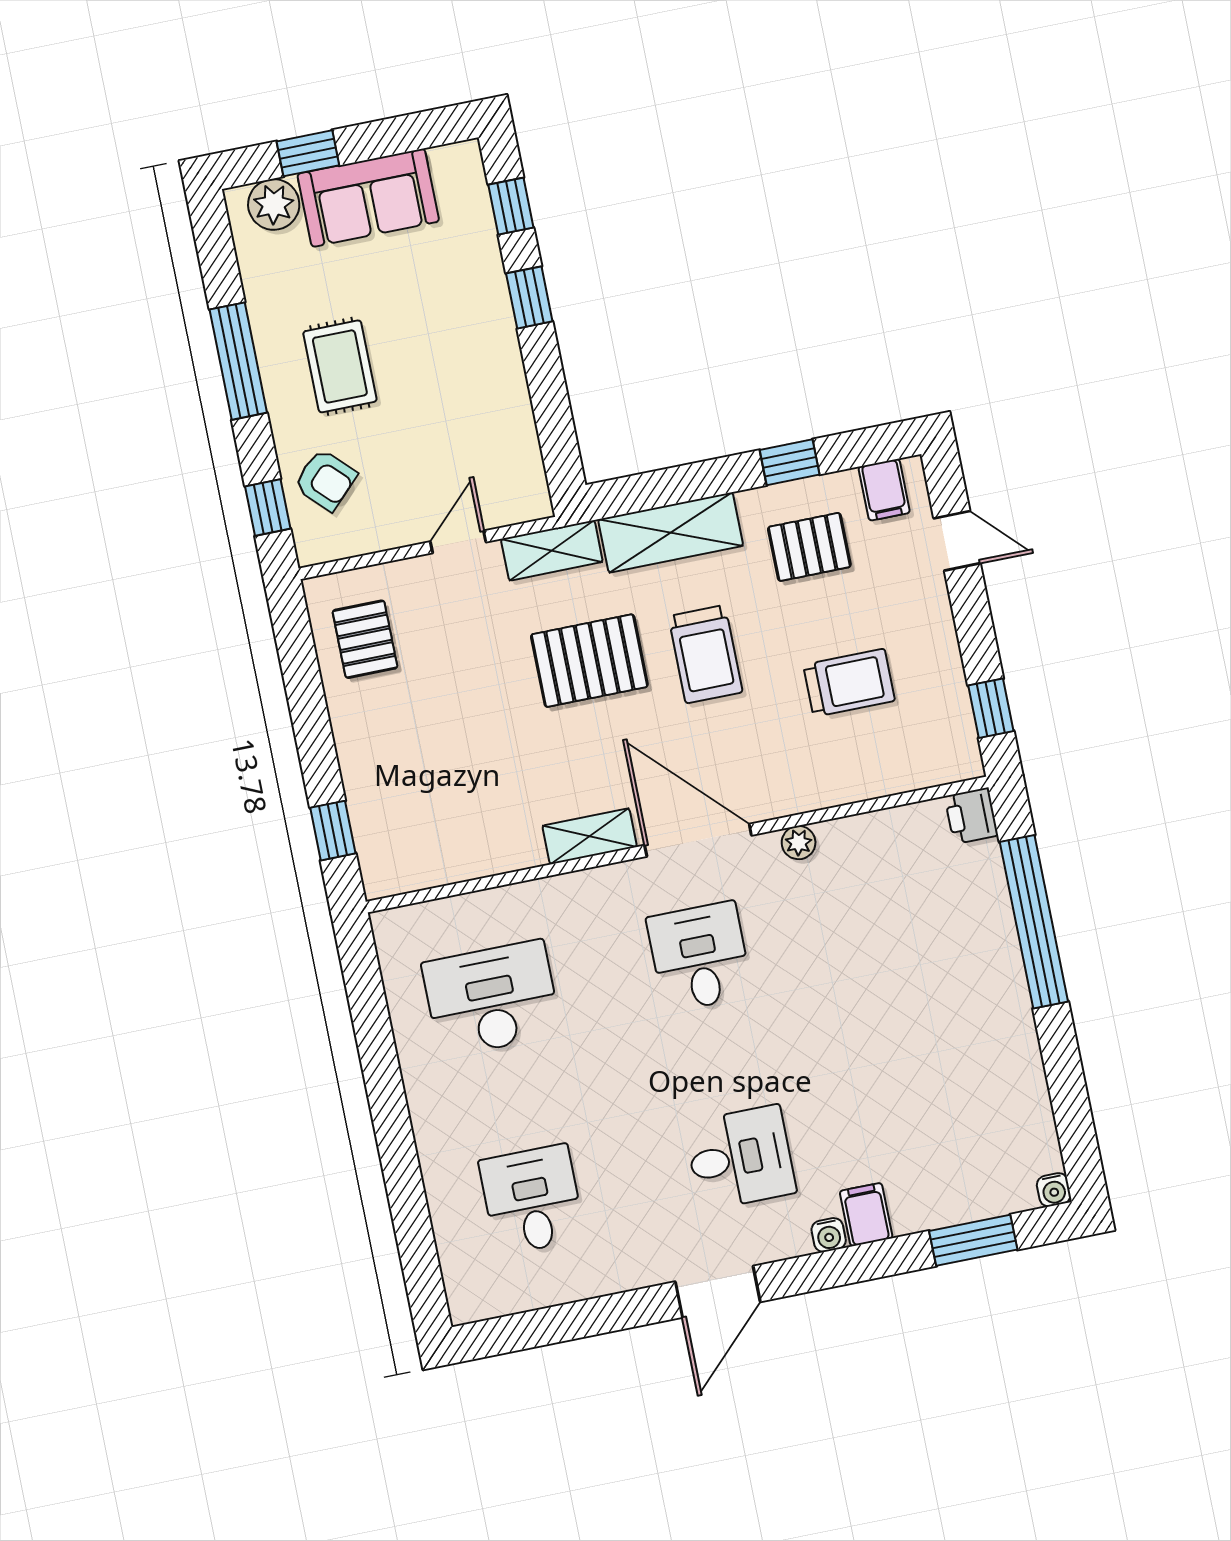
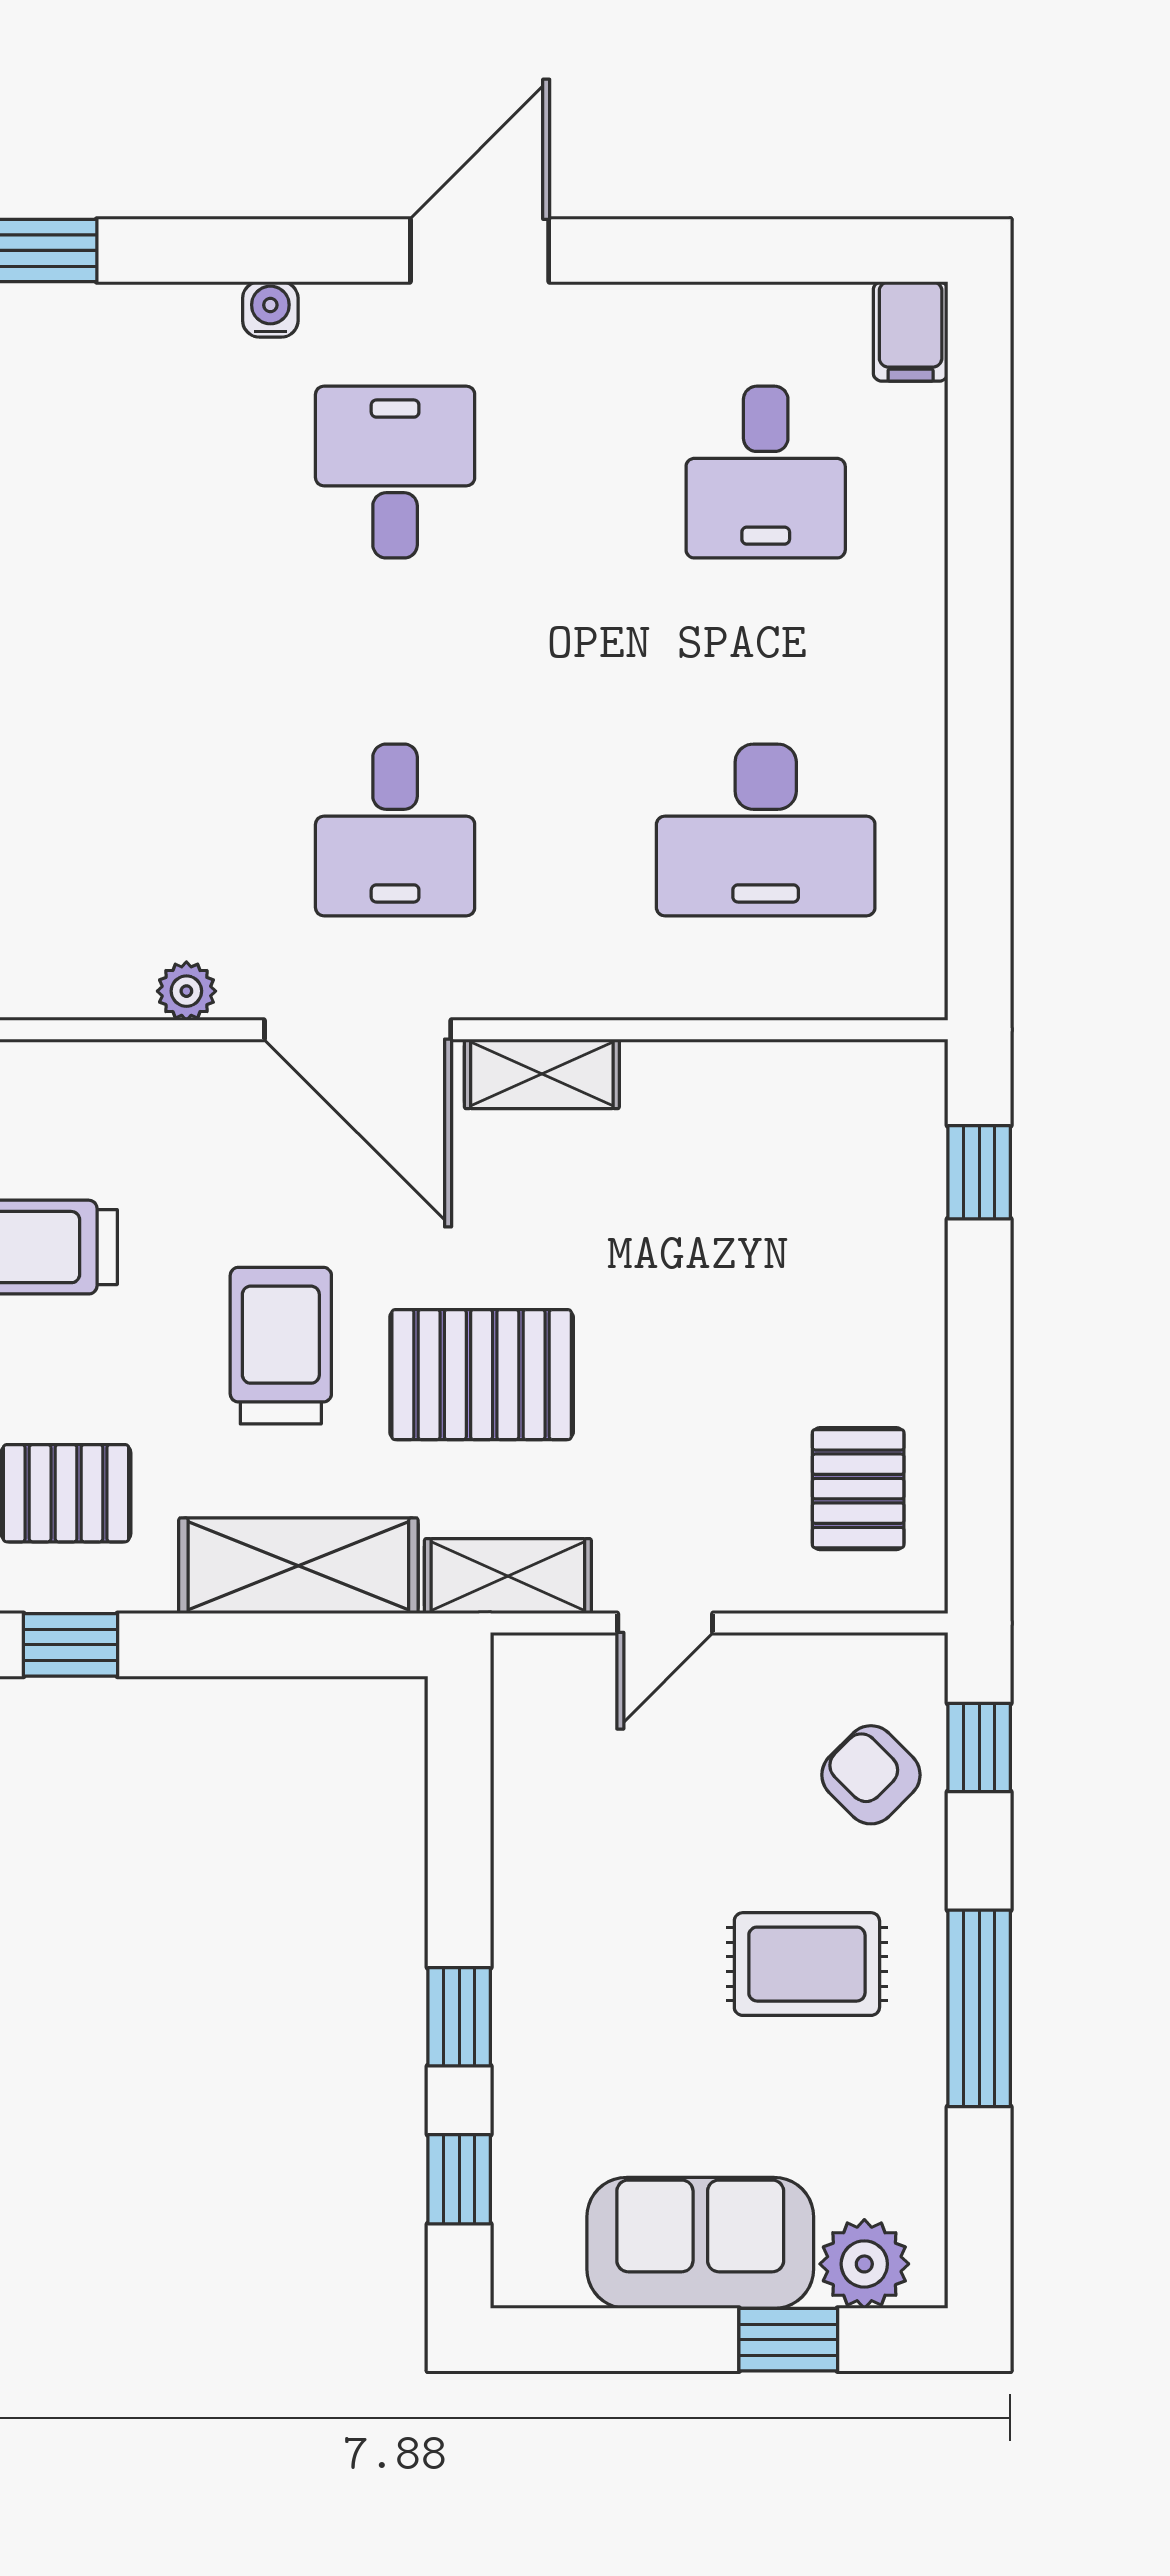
rug: (340, 366) -> (807, 1964), turned 90
desk: (740, 1158) -> (395, 472), turned 90
filing cabinet: (866, 1215) -> (911, 331), moved

